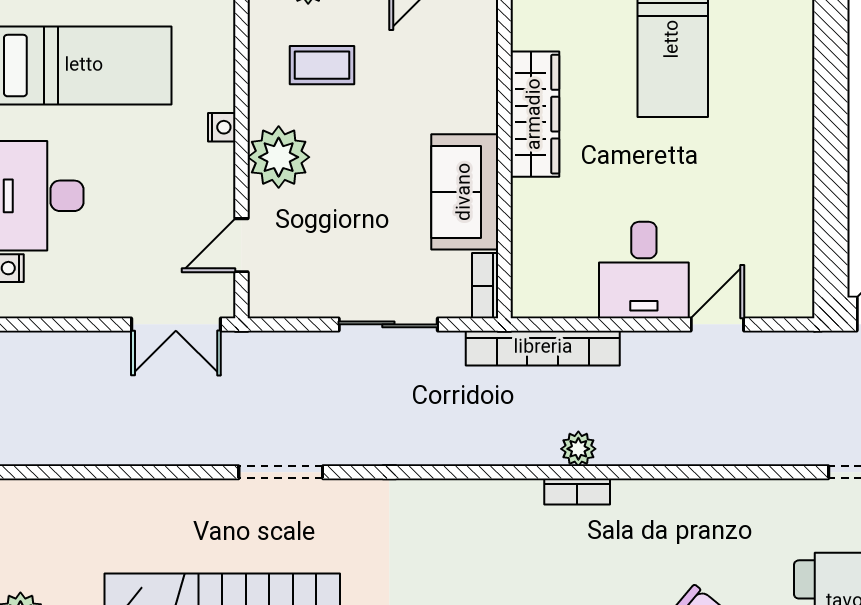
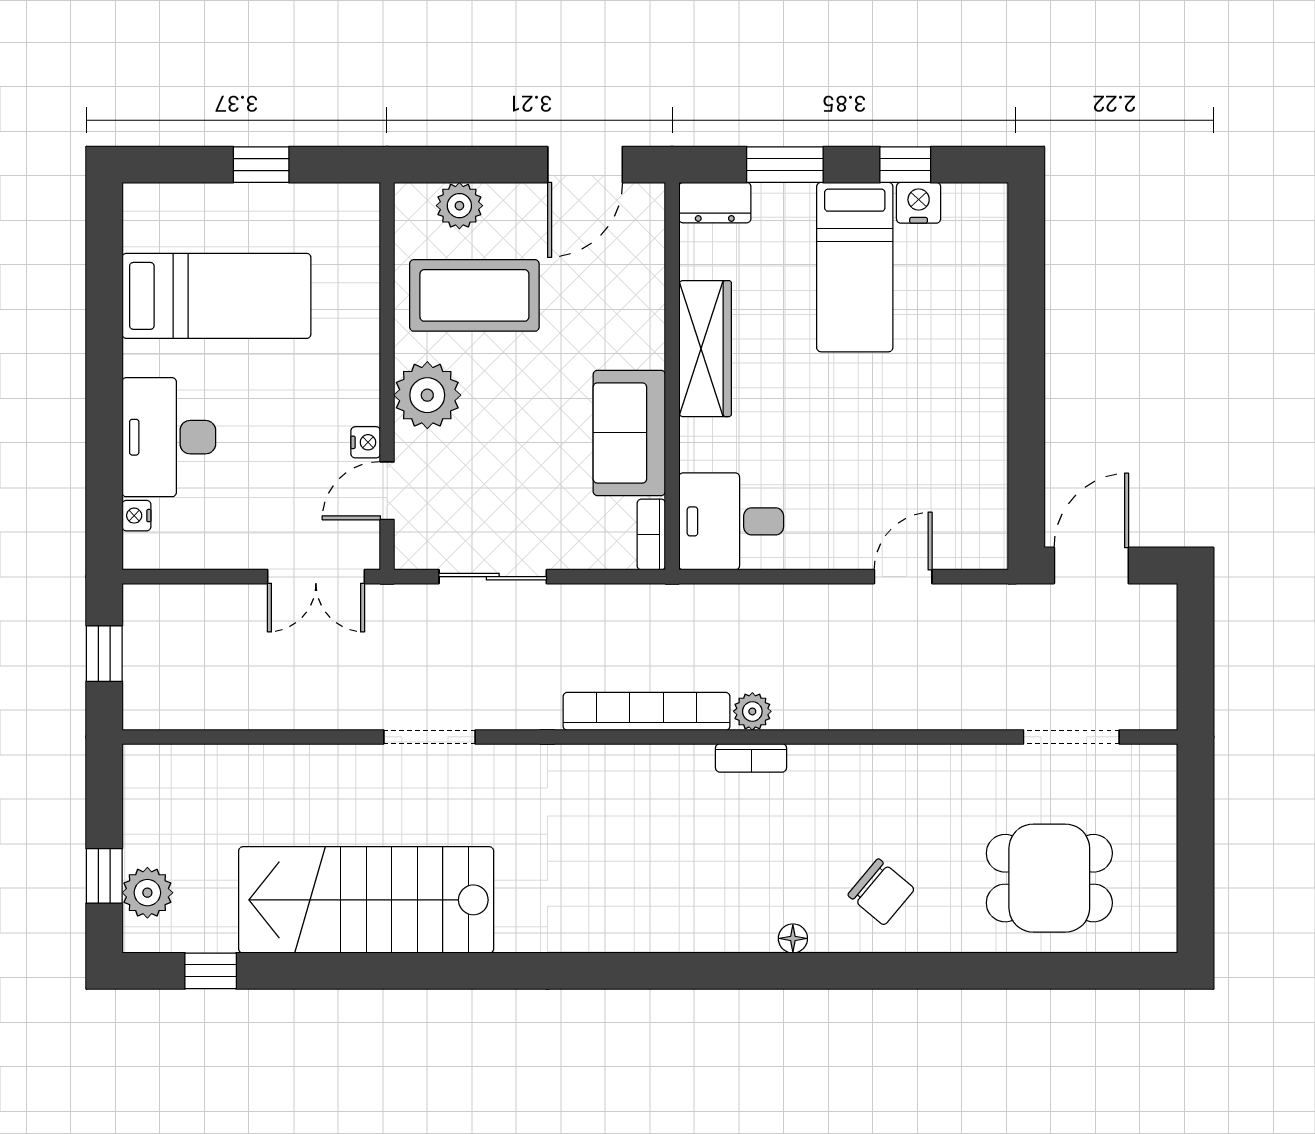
coffee table: (322, 65) -> (474, 295), width x1.86, depth x1.72
nightstand: (222, 127) -> (366, 442), moved
desk: (644, 270) -> (731, 521), moved, turned 90
sliding door: (388, 324) -> (493, 577), moved
bookcase: (543, 348) -> (646, 711), moved, turned 180

